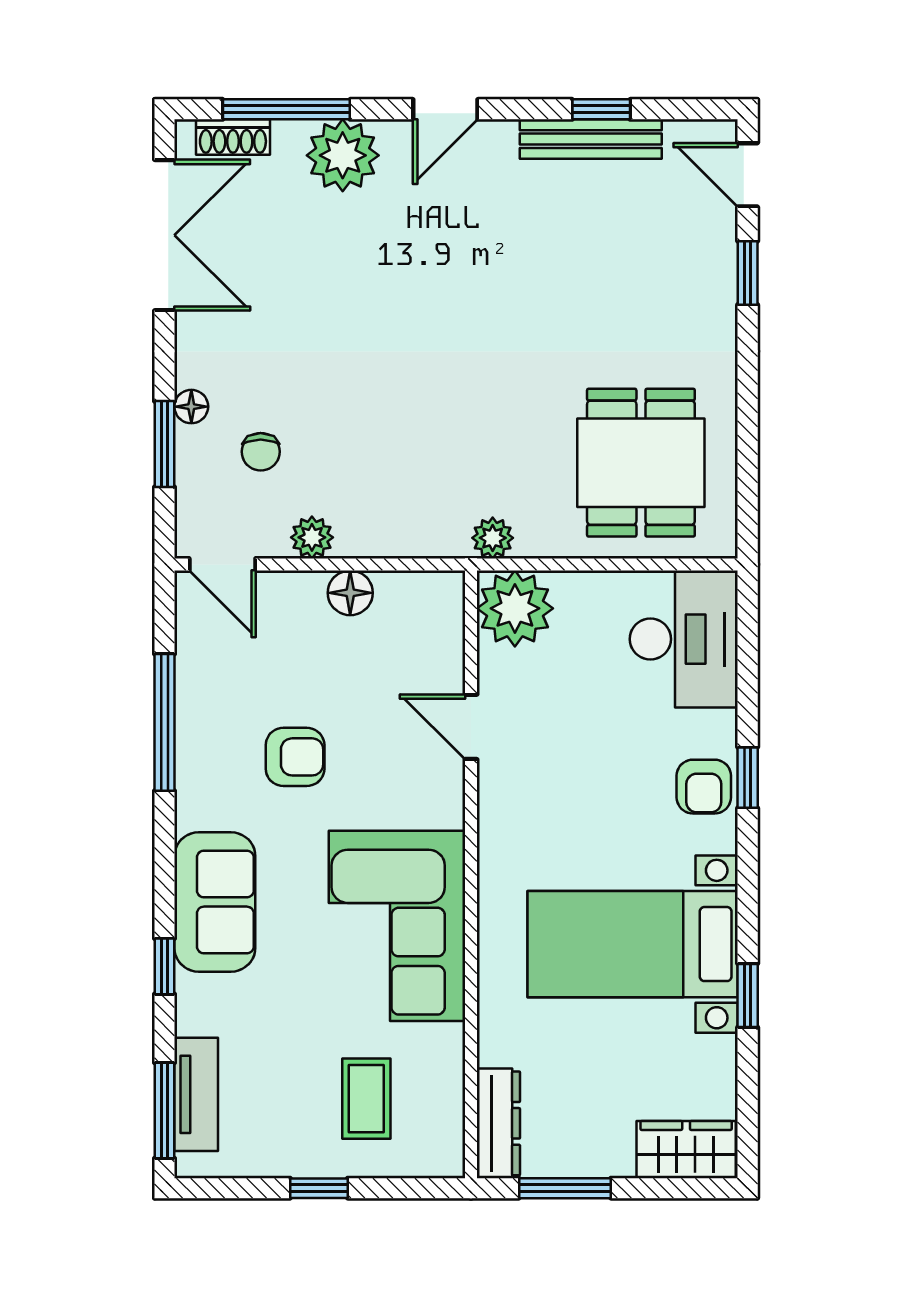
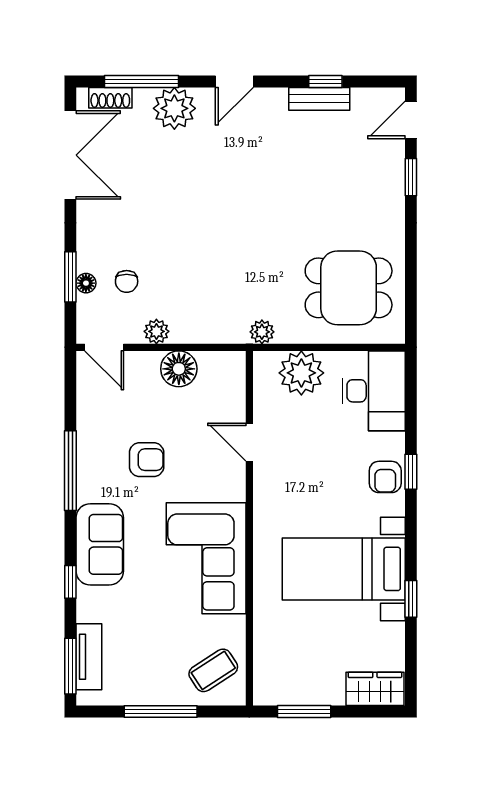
bench: (591, 139) -> (319, 99), width x0.73
door: (748, 175) -> (411, 120), hinge flipped
floor lamp: (191, 407) -> (86, 283), moved
dining table: (641, 463) -> (349, 288), turned 90
floor lamp: (350, 593) -> (179, 369), width x1.38, depth x1.38
plant: (515, 608) -> (301, 373), moved
window: (165, 722) -> (70, 471), moved
coffee table: (366, 1099) -> (213, 670), moved, turned 57
dresser: (498, 1123) -> (265, 674), removed
window: (319, 1188) -> (161, 712), width x2.17

